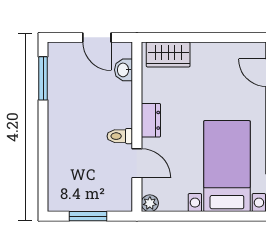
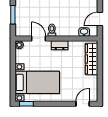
wardrobe: (168, 55) -> (92, 59), width x1.50
door: (137, 163) -> (39, 38), swing flipped

